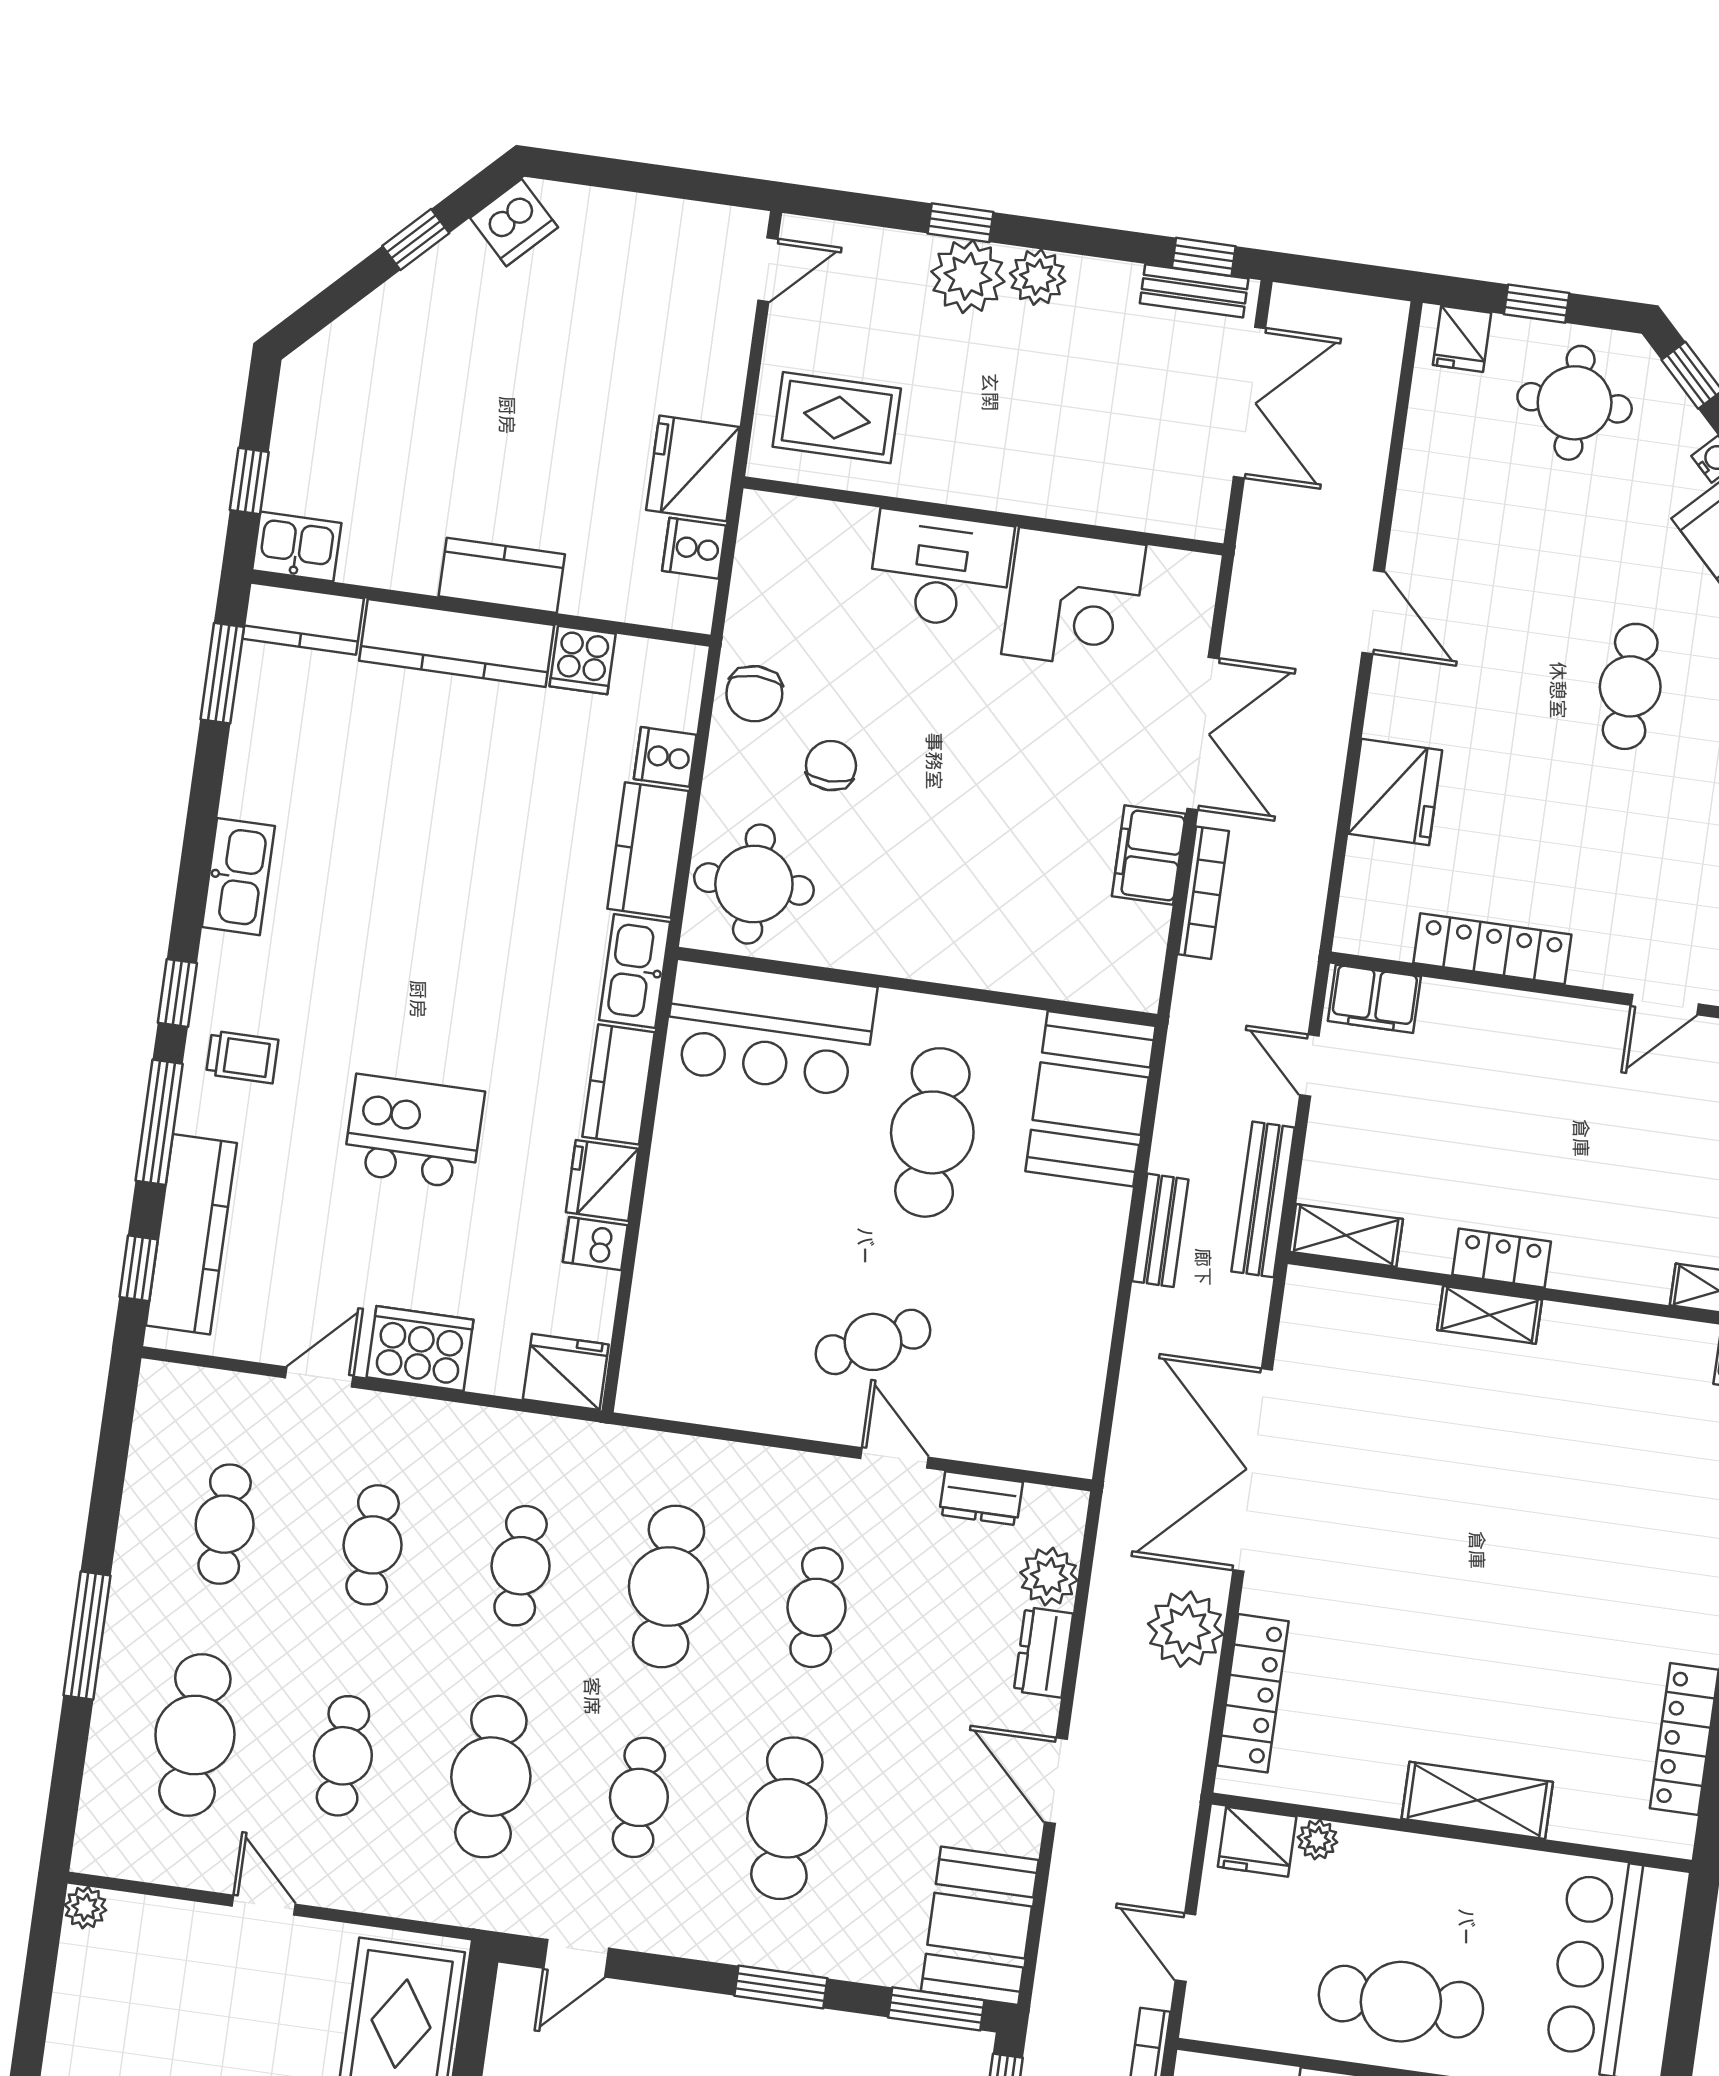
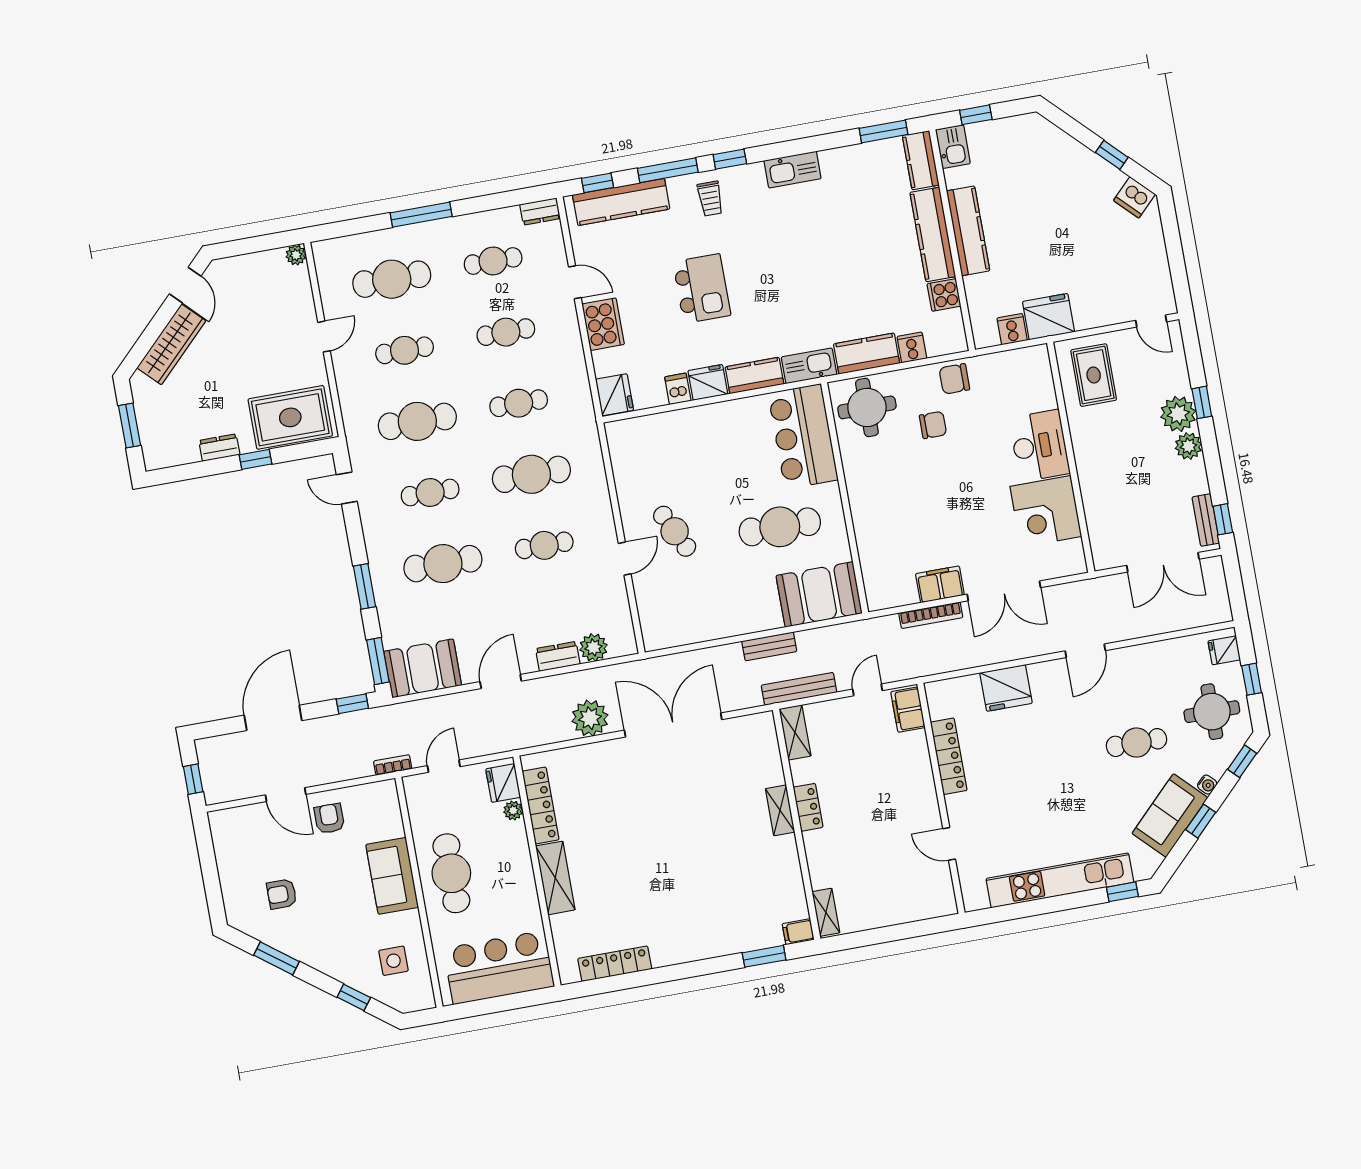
kitchen counter: (502, 575) -> (968, 231), width x1.50
cafe table: (1630, 686) -> (1137, 743), moved
dresser: (981, 1498) -> (540, 211), moved, turned -90
locker: (1253, 1693) -> (540, 805), moved, turned -90

